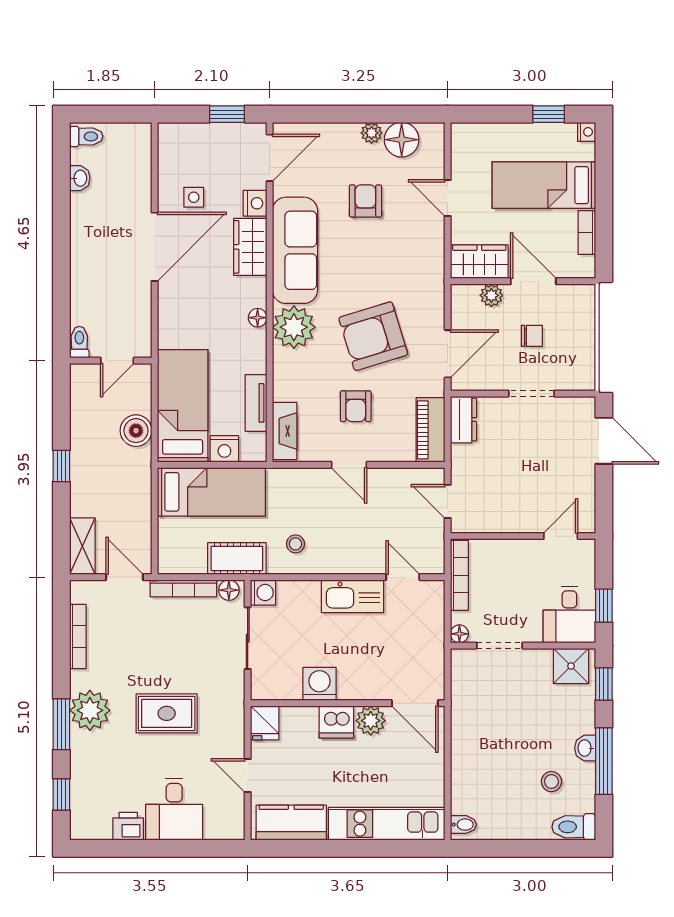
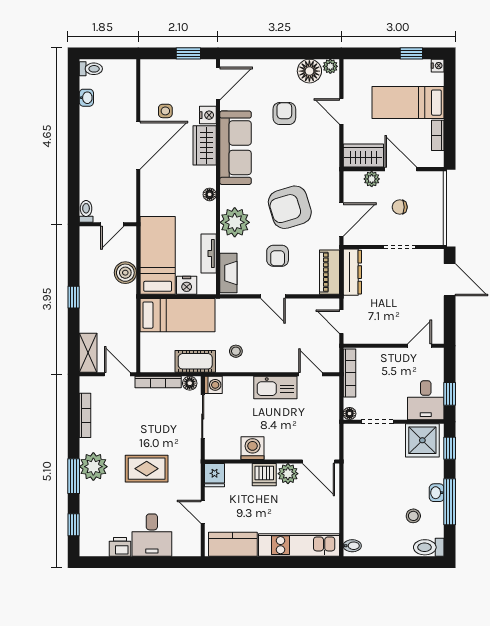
plant: (372, 133) -> (330, 66), moved
plant: (294, 327) -> (235, 222), moved
chair: (532, 336) -> (400, 207), turned 180
dresser: (463, 420) -> (352, 272), width x1.44
shower: (571, 666) -> (422, 440), width x1.36, depth x1.36

